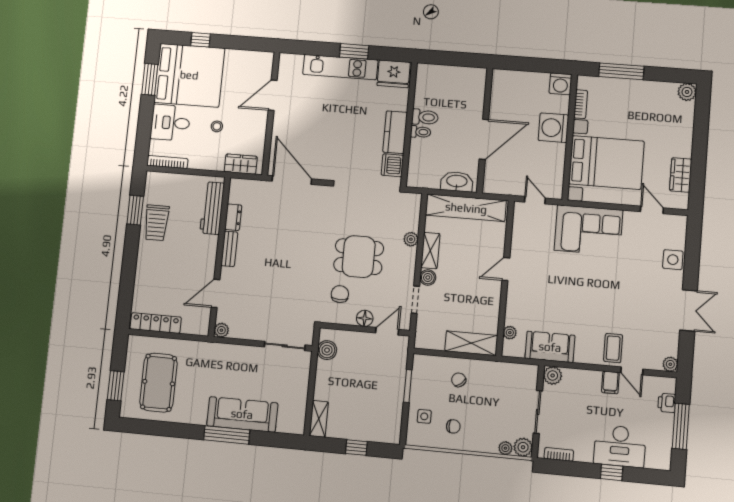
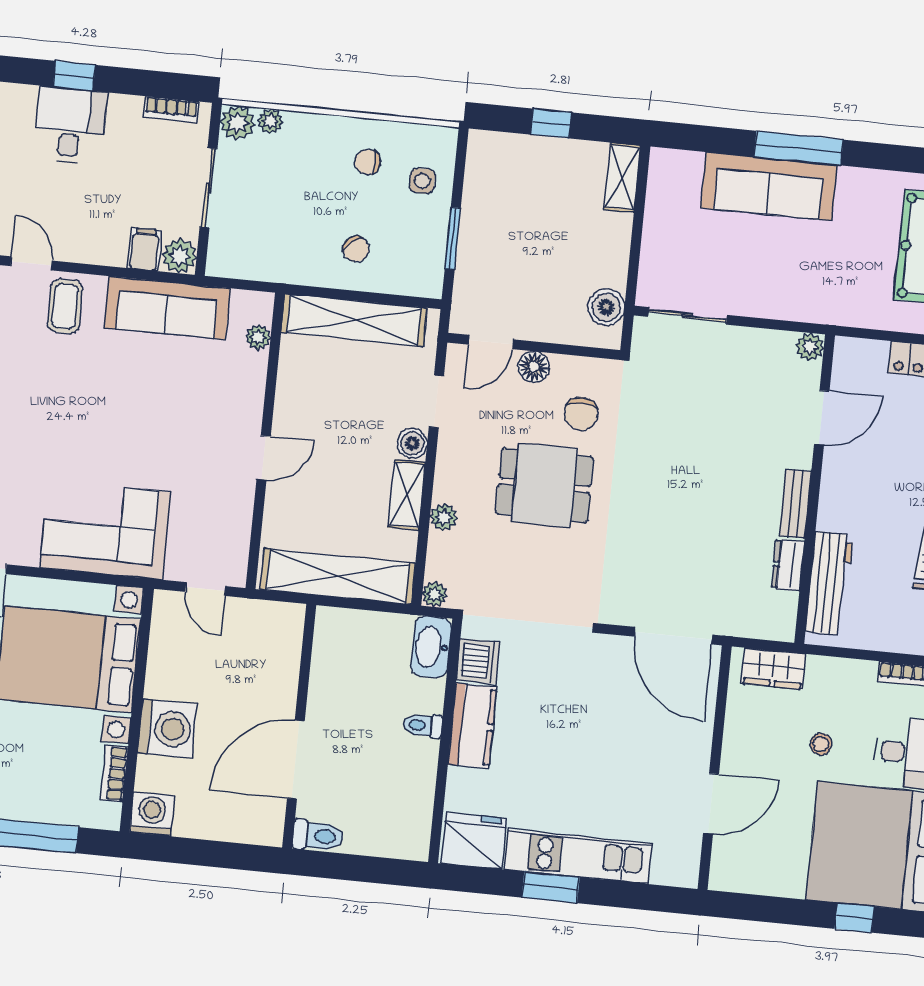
toilet: (425, 117) -> (318, 836), moved, turned 180
door: (484, 139) -> (296, 760), moved
washbasin: (457, 182) -> (431, 647), moved, turned 90
plant: (415, 199) -> (435, 594), added
shelving: (471, 343) -> (354, 320), width x1.47
sofa: (550, 347) -> (167, 308), width x1.36
filing cabinet: (610, 382) -> (145, 249), moved
desk: (620, 446) -> (70, 125), width x0.73

